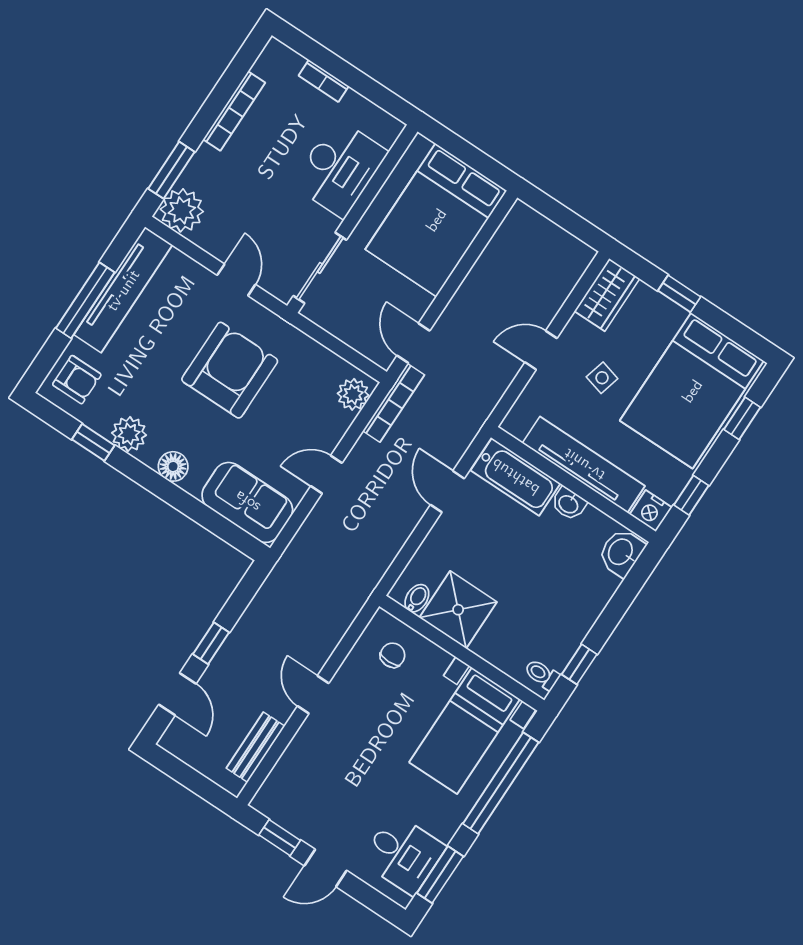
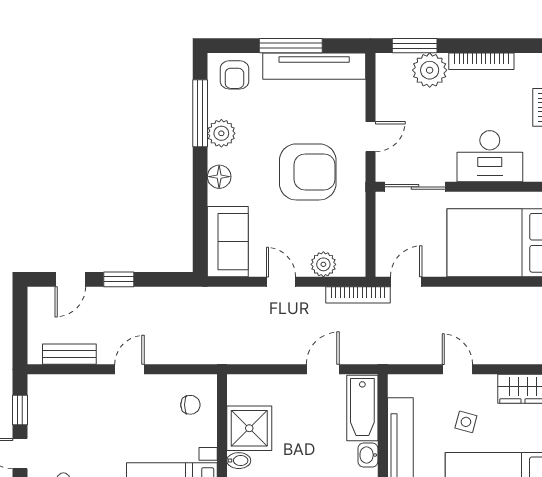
plant: (182, 210) -> (430, 70), moved
plant: (353, 394) -> (323, 264), moved
window: (93, 442) -> (200, 113), width x2.17
bidet: (417, 598) -> (239, 461), moved

